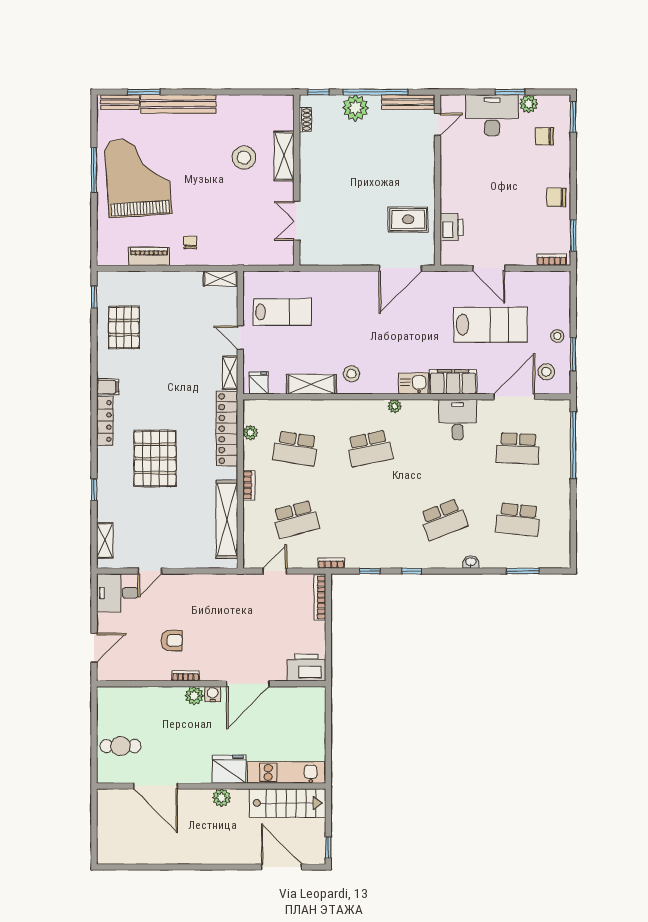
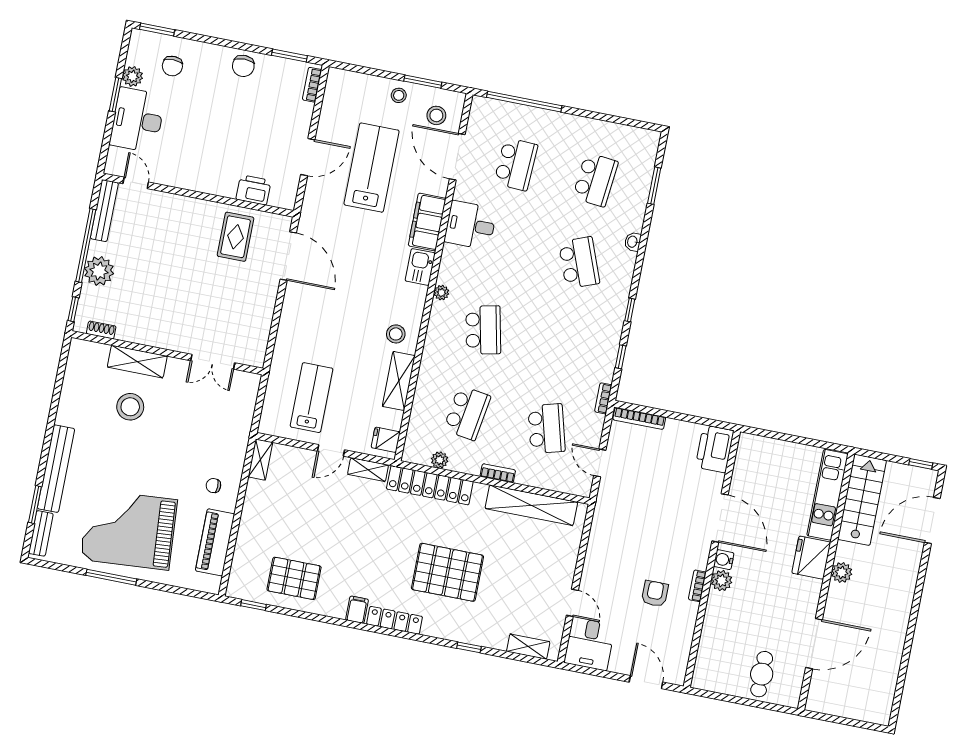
piano: (149, 256) -> (215, 542), width x1.37, depth x1.33

